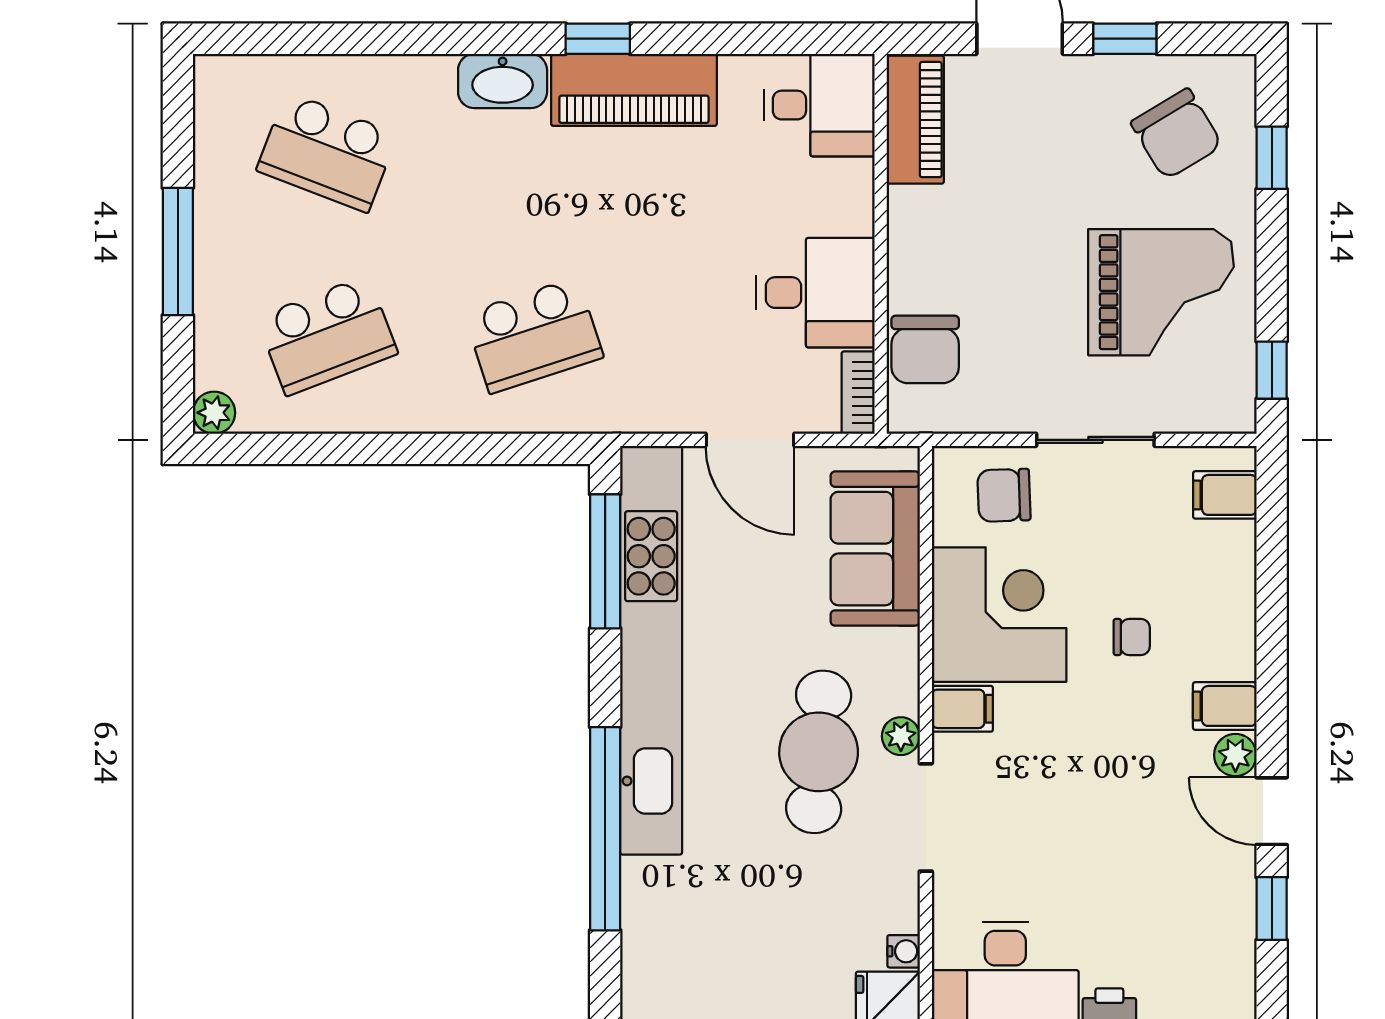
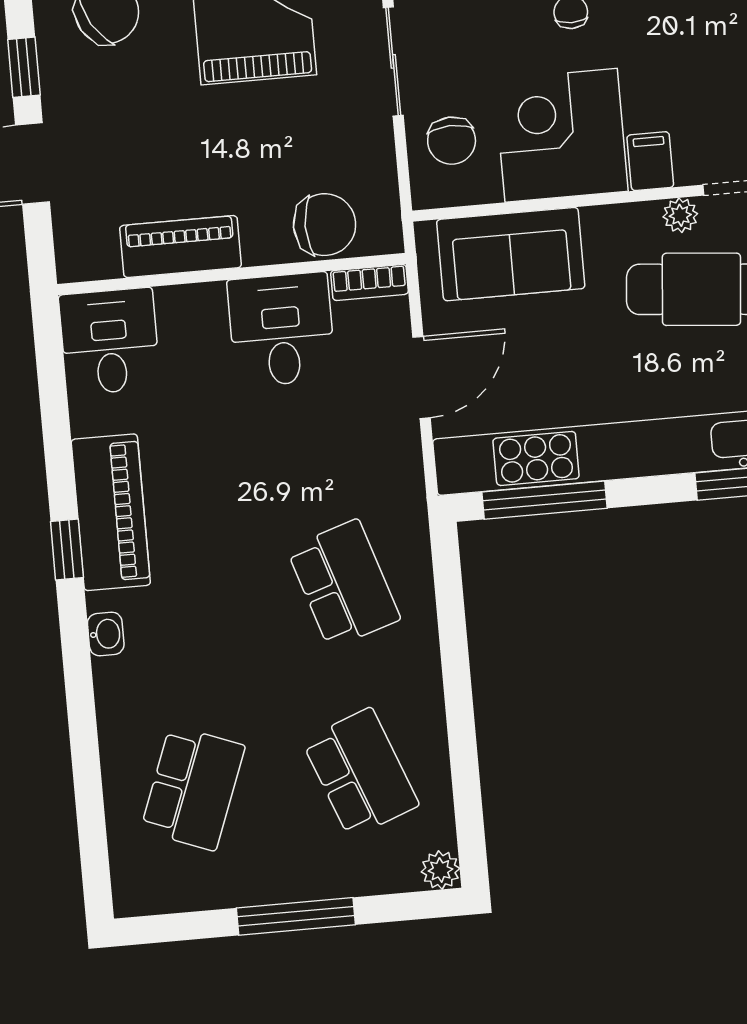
washbasin: (503, 81) -> (106, 634), width x0.52, depth x0.69
piano: (915, 120) -> (181, 247), moved

